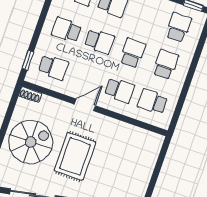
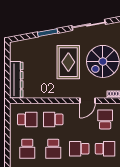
school desk: (54, 67) -> (105, 119), turned 90
door: (85, 105) -> (88, 101), moved
dresser: (149, 157) -> (16, 80), added

